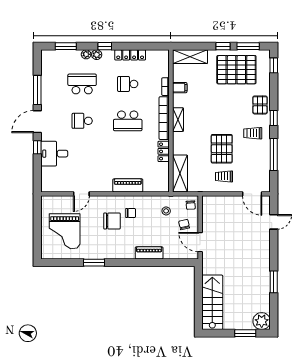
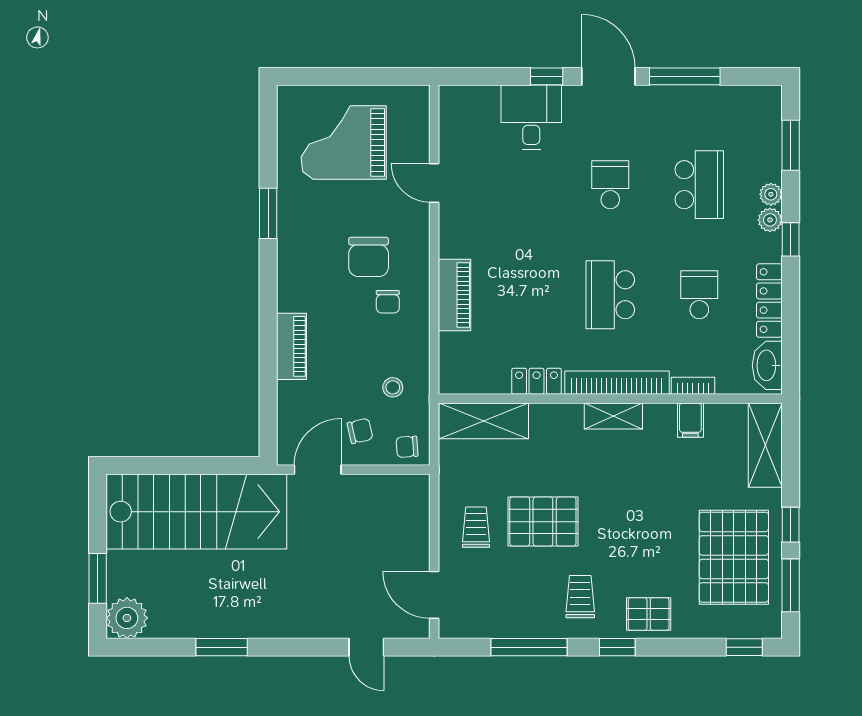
washbasin: (157, 56) -> (767, 365), added
door: (252, 194) -> (434, 595), hinge flipped
stairs: (212, 302) -> (196, 512), width x1.36, depth x1.51

